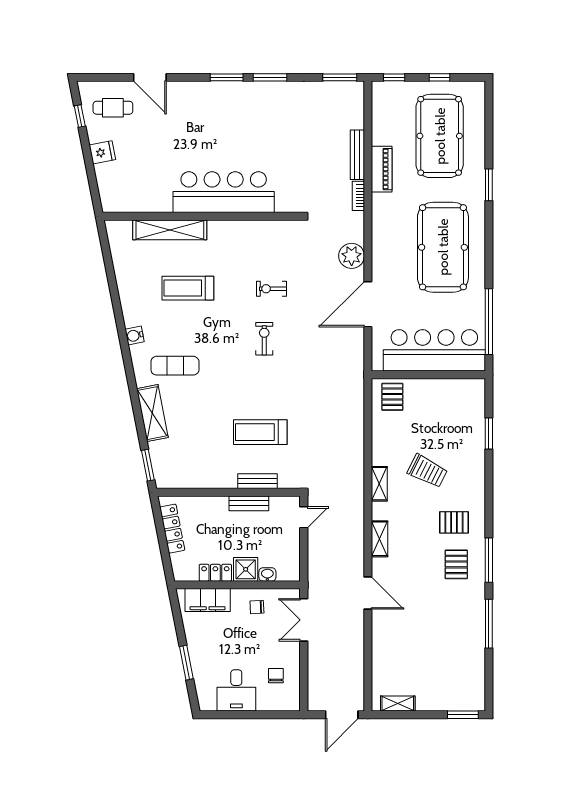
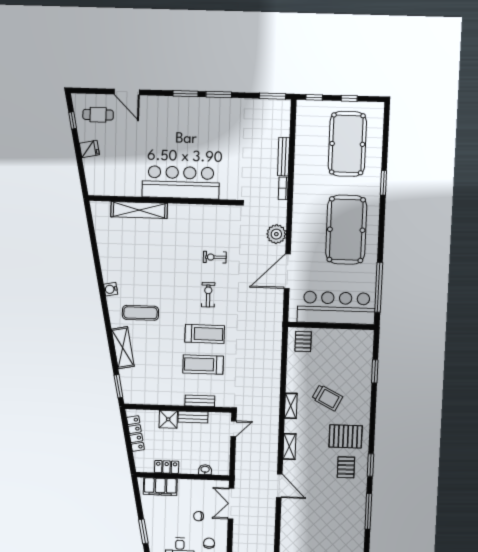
piano: (382, 169) -> (302, 168), removed
treadmill: (188, 288) -> (205, 334), moved, turned 180
pallet: (454, 522) -> (346, 436), width x1.50, depth x1.42
window: (489, 560) -> (370, 465), width x0.69
shower: (246, 569) -> (168, 419), moved
chair: (257, 607) -> (199, 516), moved

